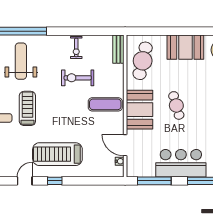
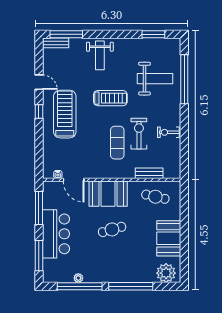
bench: (118, 49) -> (149, 173), moved
cafe table: (143, 61) -> (155, 197), width x0.73, depth x0.74
exercise mat: (105, 104) -> (117, 143), moved
treadmill: (27, 108) -> (110, 98), moved
door: (125, 145) -> (74, 180), swing flipped

